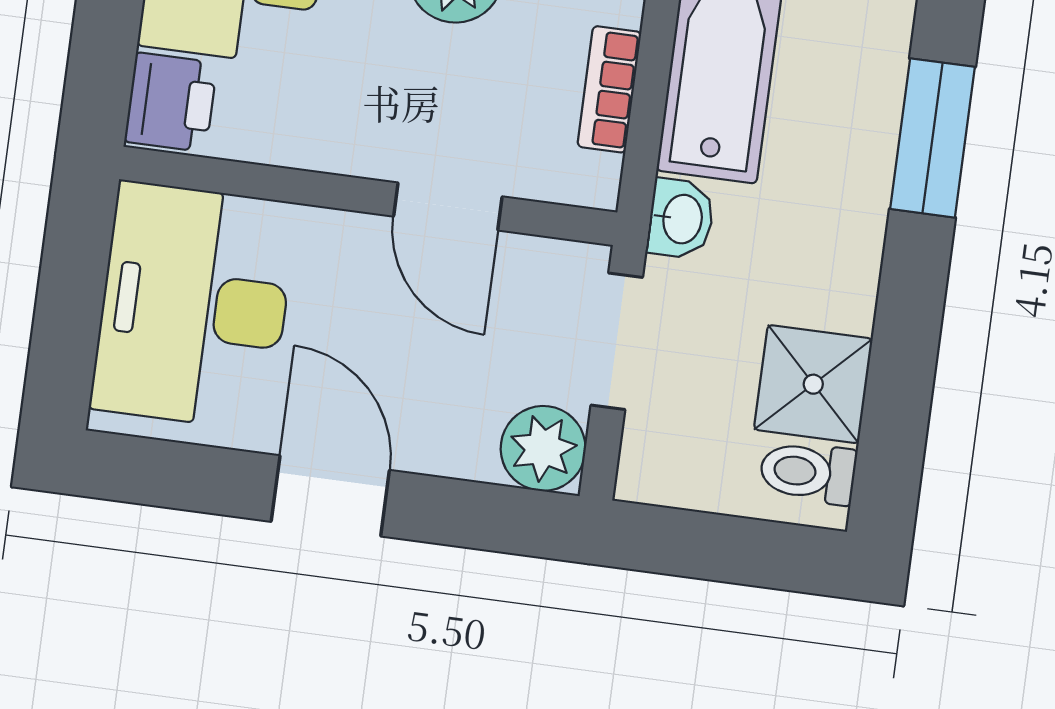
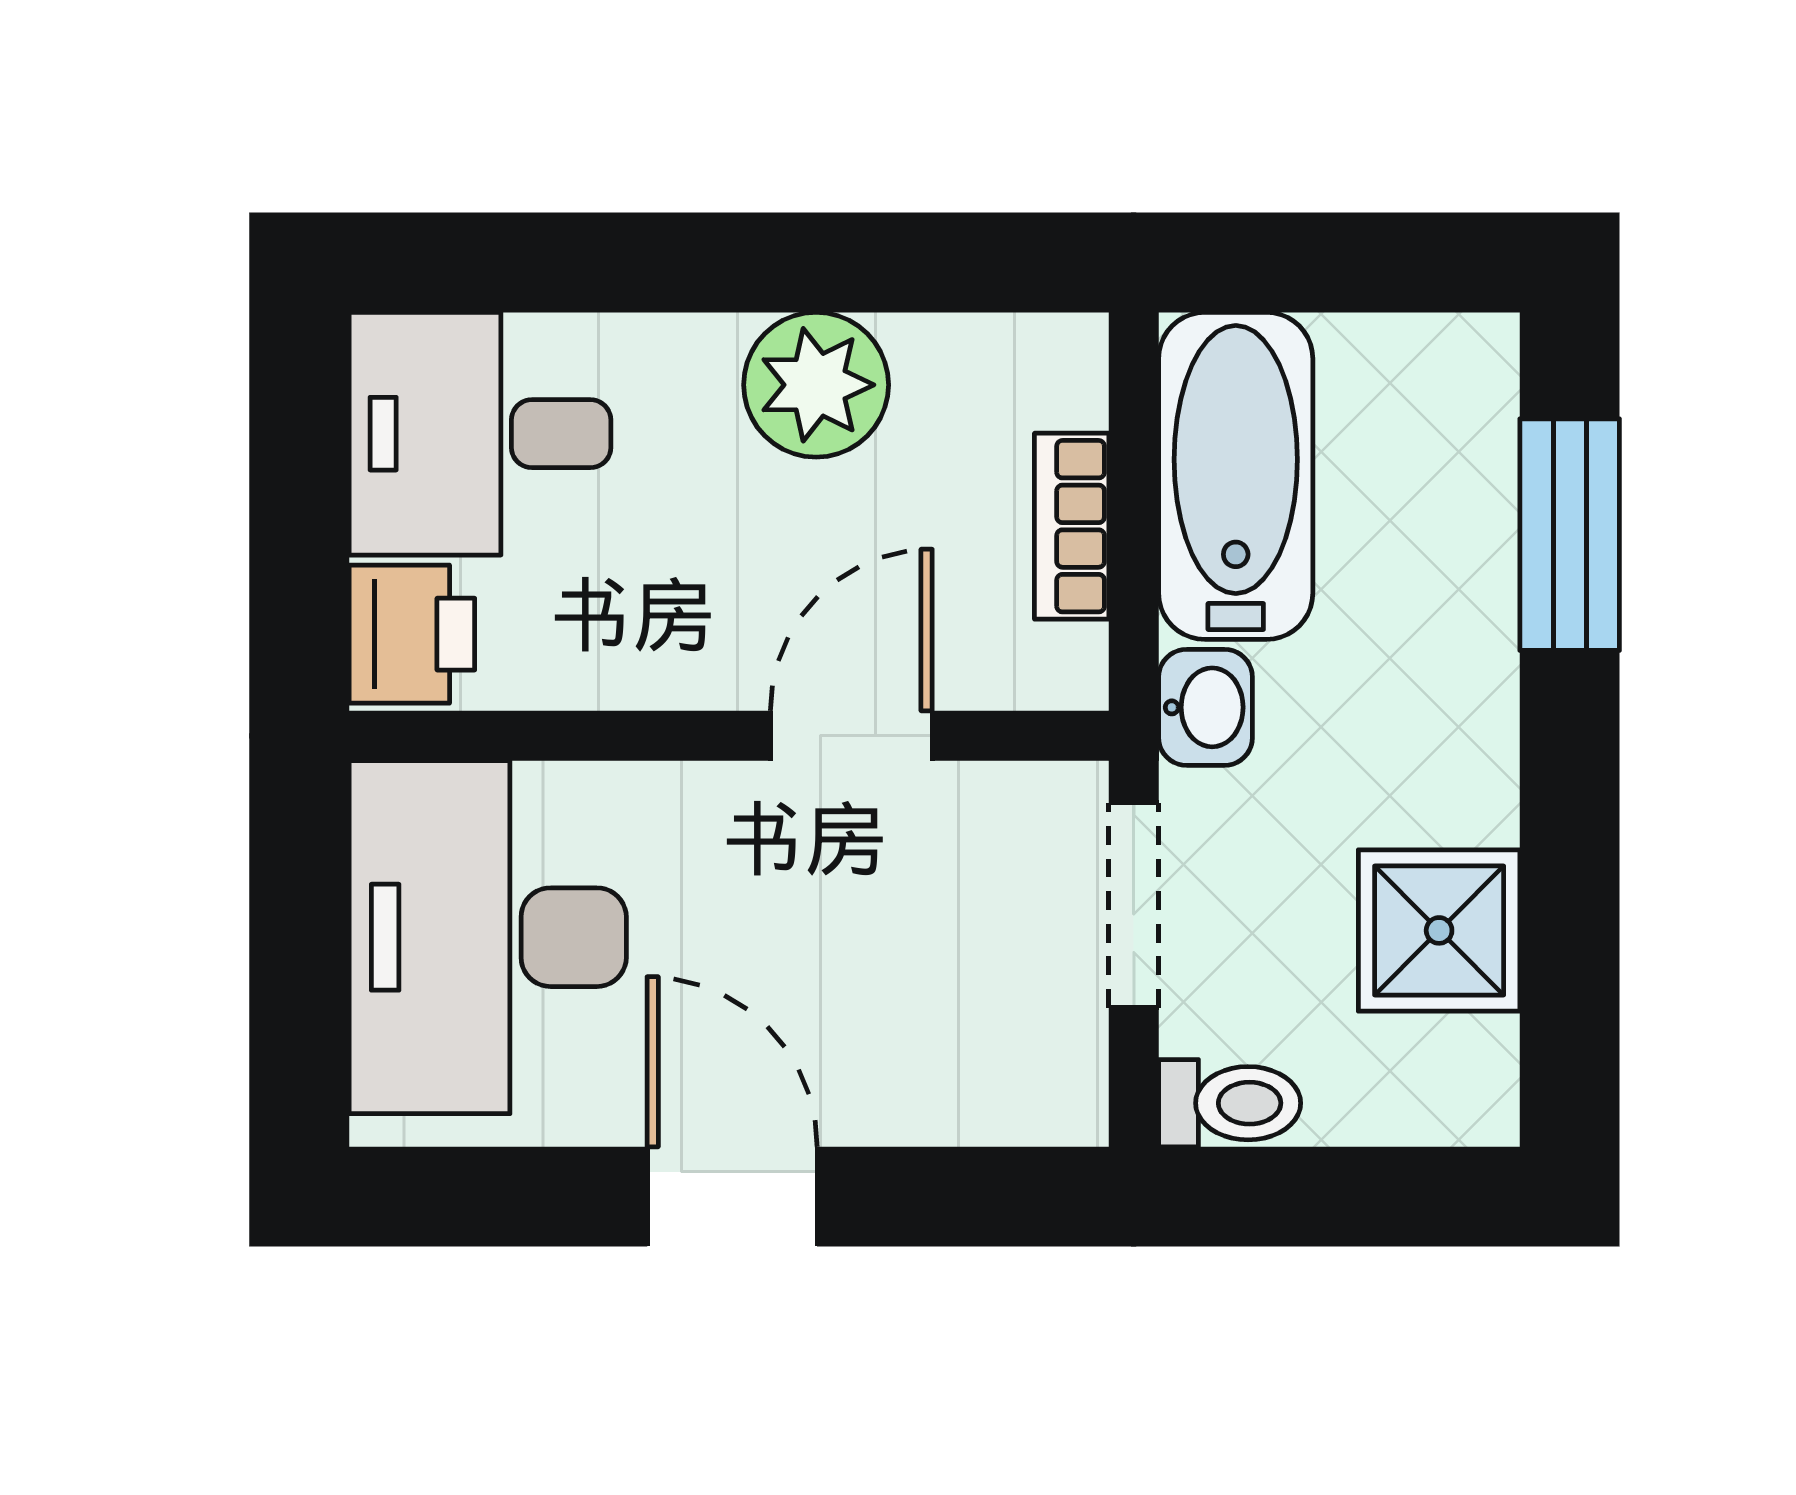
door: (448, 206) -> (851, 736), swing flipped
plant: (543, 448) -> (1044, 1082), removed
toilet: (808, 472) -> (1230, 1103), moved, turned 180

